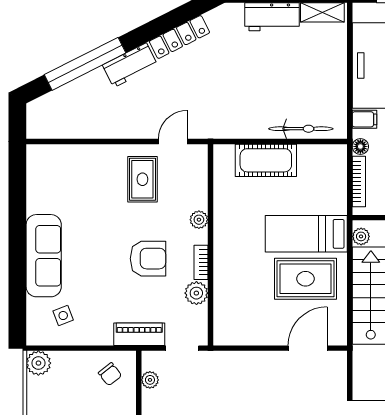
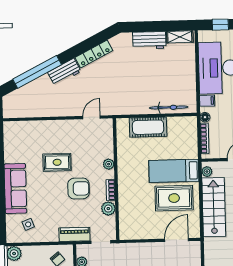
rug: (142, 179) -> (57, 162), moved, turned 90

